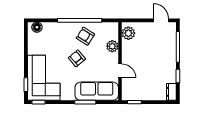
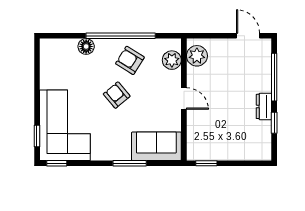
floor lamp: (37, 27) -> (86, 46), moved
plant: (112, 46) -> (172, 60), moved
door: (120, 71) -> (184, 99), moved
sofa: (97, 91) -> (156, 146), width x0.73
dresser: (171, 92) -> (264, 106), moved

